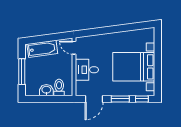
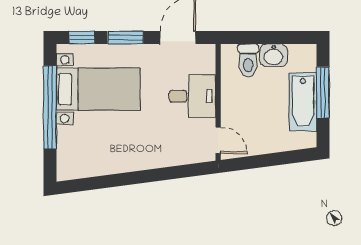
bathtub: (42, 49) -> (303, 102), moved, turned -82
window: (158, 64) -> (50, 107), added
bed with nightstands: (134, 67) -> (98, 89), width x0.73

